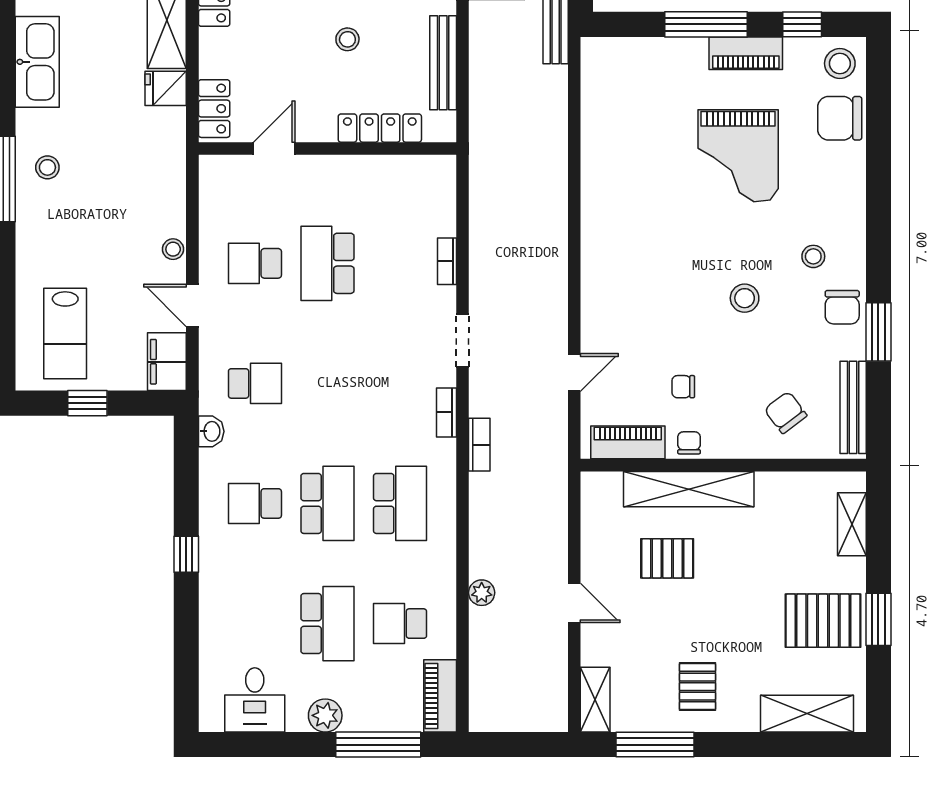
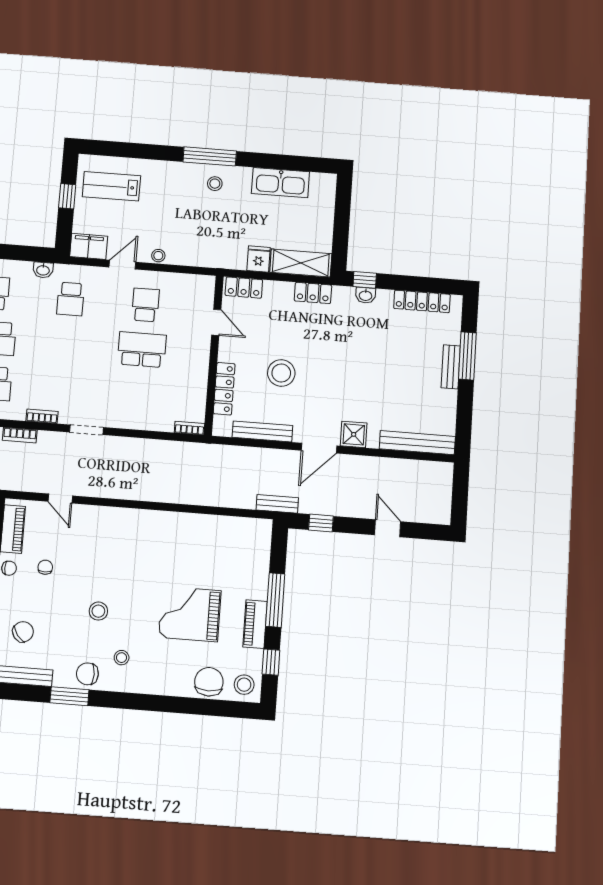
stool: (347, 39) -> (281, 373), width x1.89, depth x1.89
bookcase: (447, 261) -> (190, 428), moved

